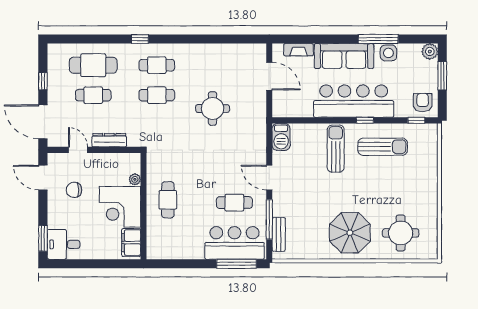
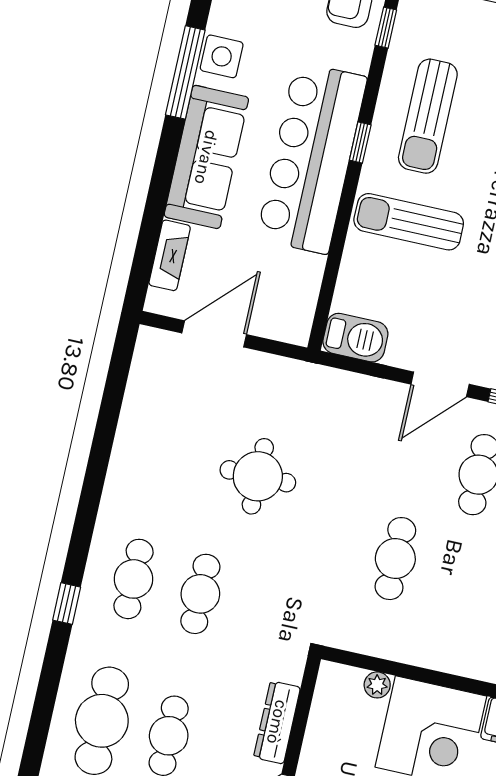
sun lounger: (383, 147) -> (428, 116), turned 180
cafe table: (168, 200) -> (395, 559), moved, turned 90

